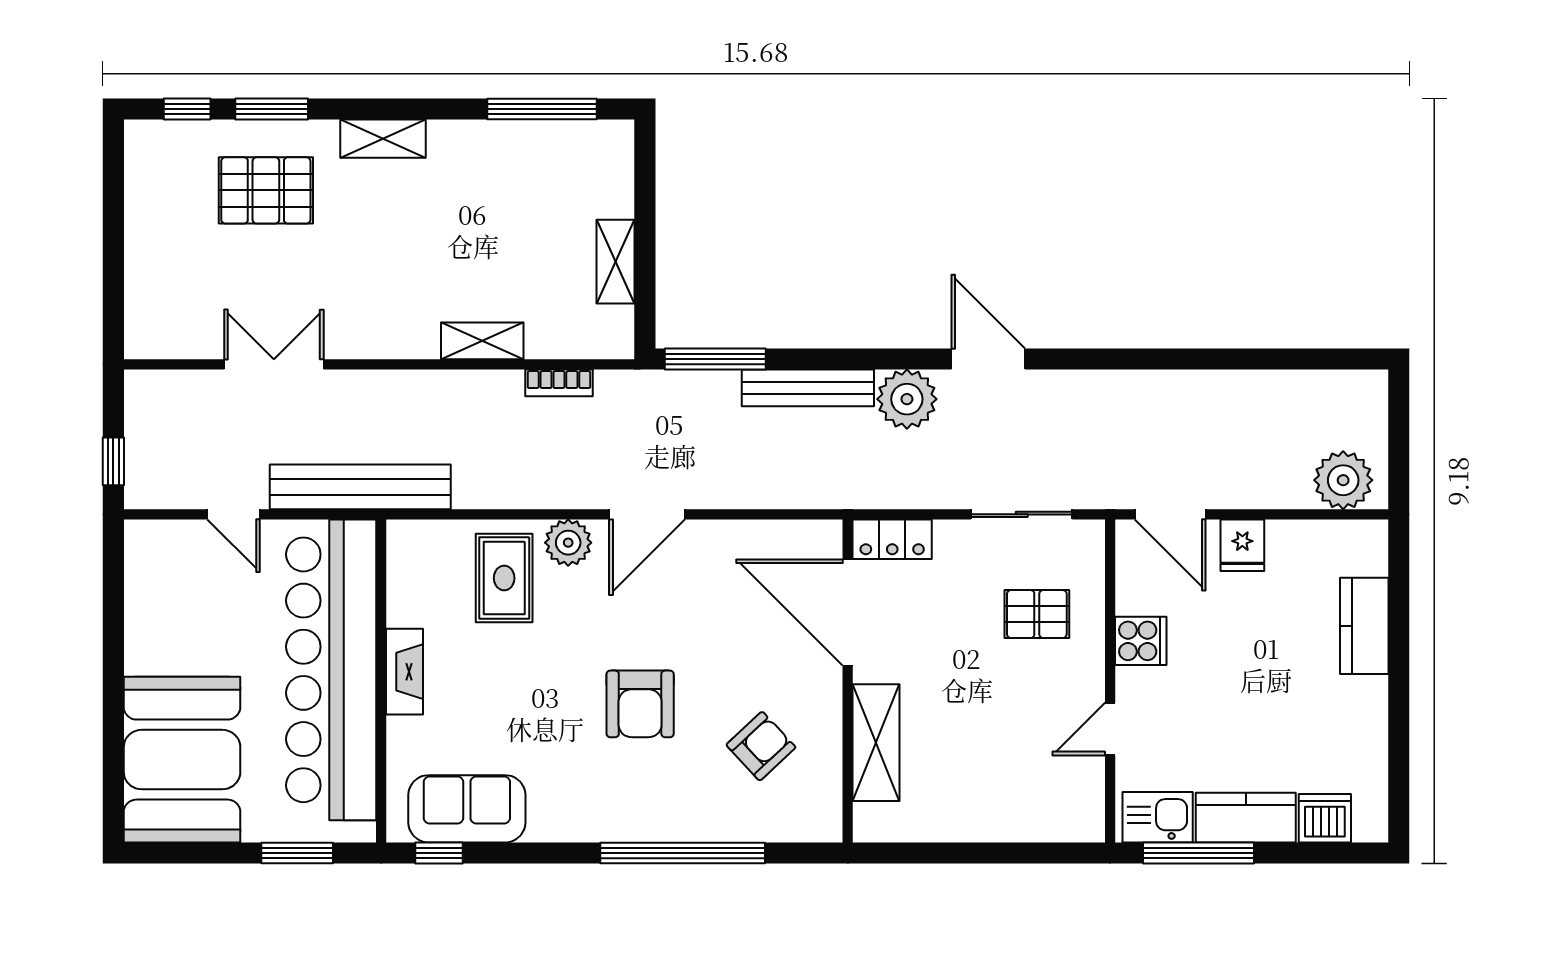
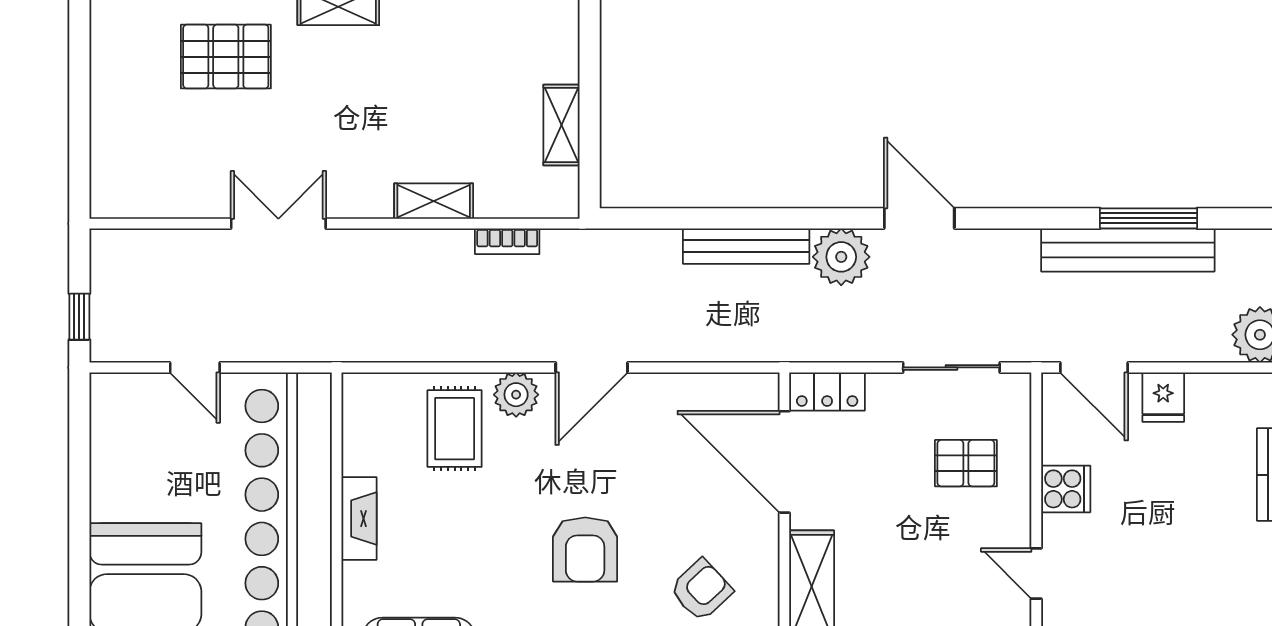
window: (715, 359) -> (1149, 218), moved
double door: (274, 364) -> (278, 224), moved
bench: (360, 487) -> (1128, 250), moved
door: (1110, 729) -> (1036, 573), hinge flipped

